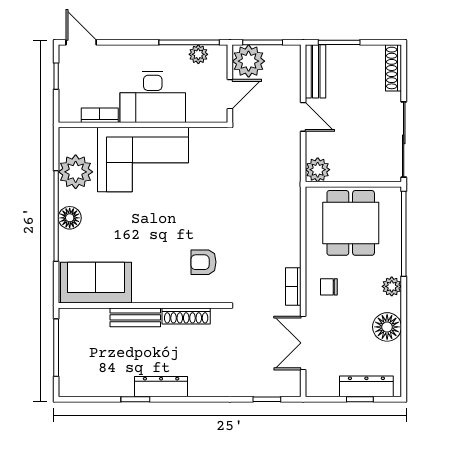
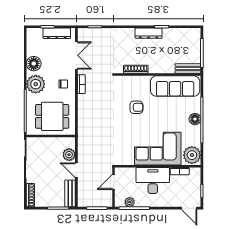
plant: (249, 61) -> (104, 199), removed
plant: (318, 170) -> (69, 155), moved
plant: (76, 172) -> (192, 155), moved
dining table: (351, 223) -> (52, 116), turned 90
armchair: (204, 262) -> (136, 107), moved
sofa: (96, 283) -> (175, 86), width x1.36
plant: (392, 286) -> (36, 84), width x1.87, depth x1.87
bench: (135, 317) -> (188, 68), moved
dresser: (366, 386) -> (57, 33), moved

